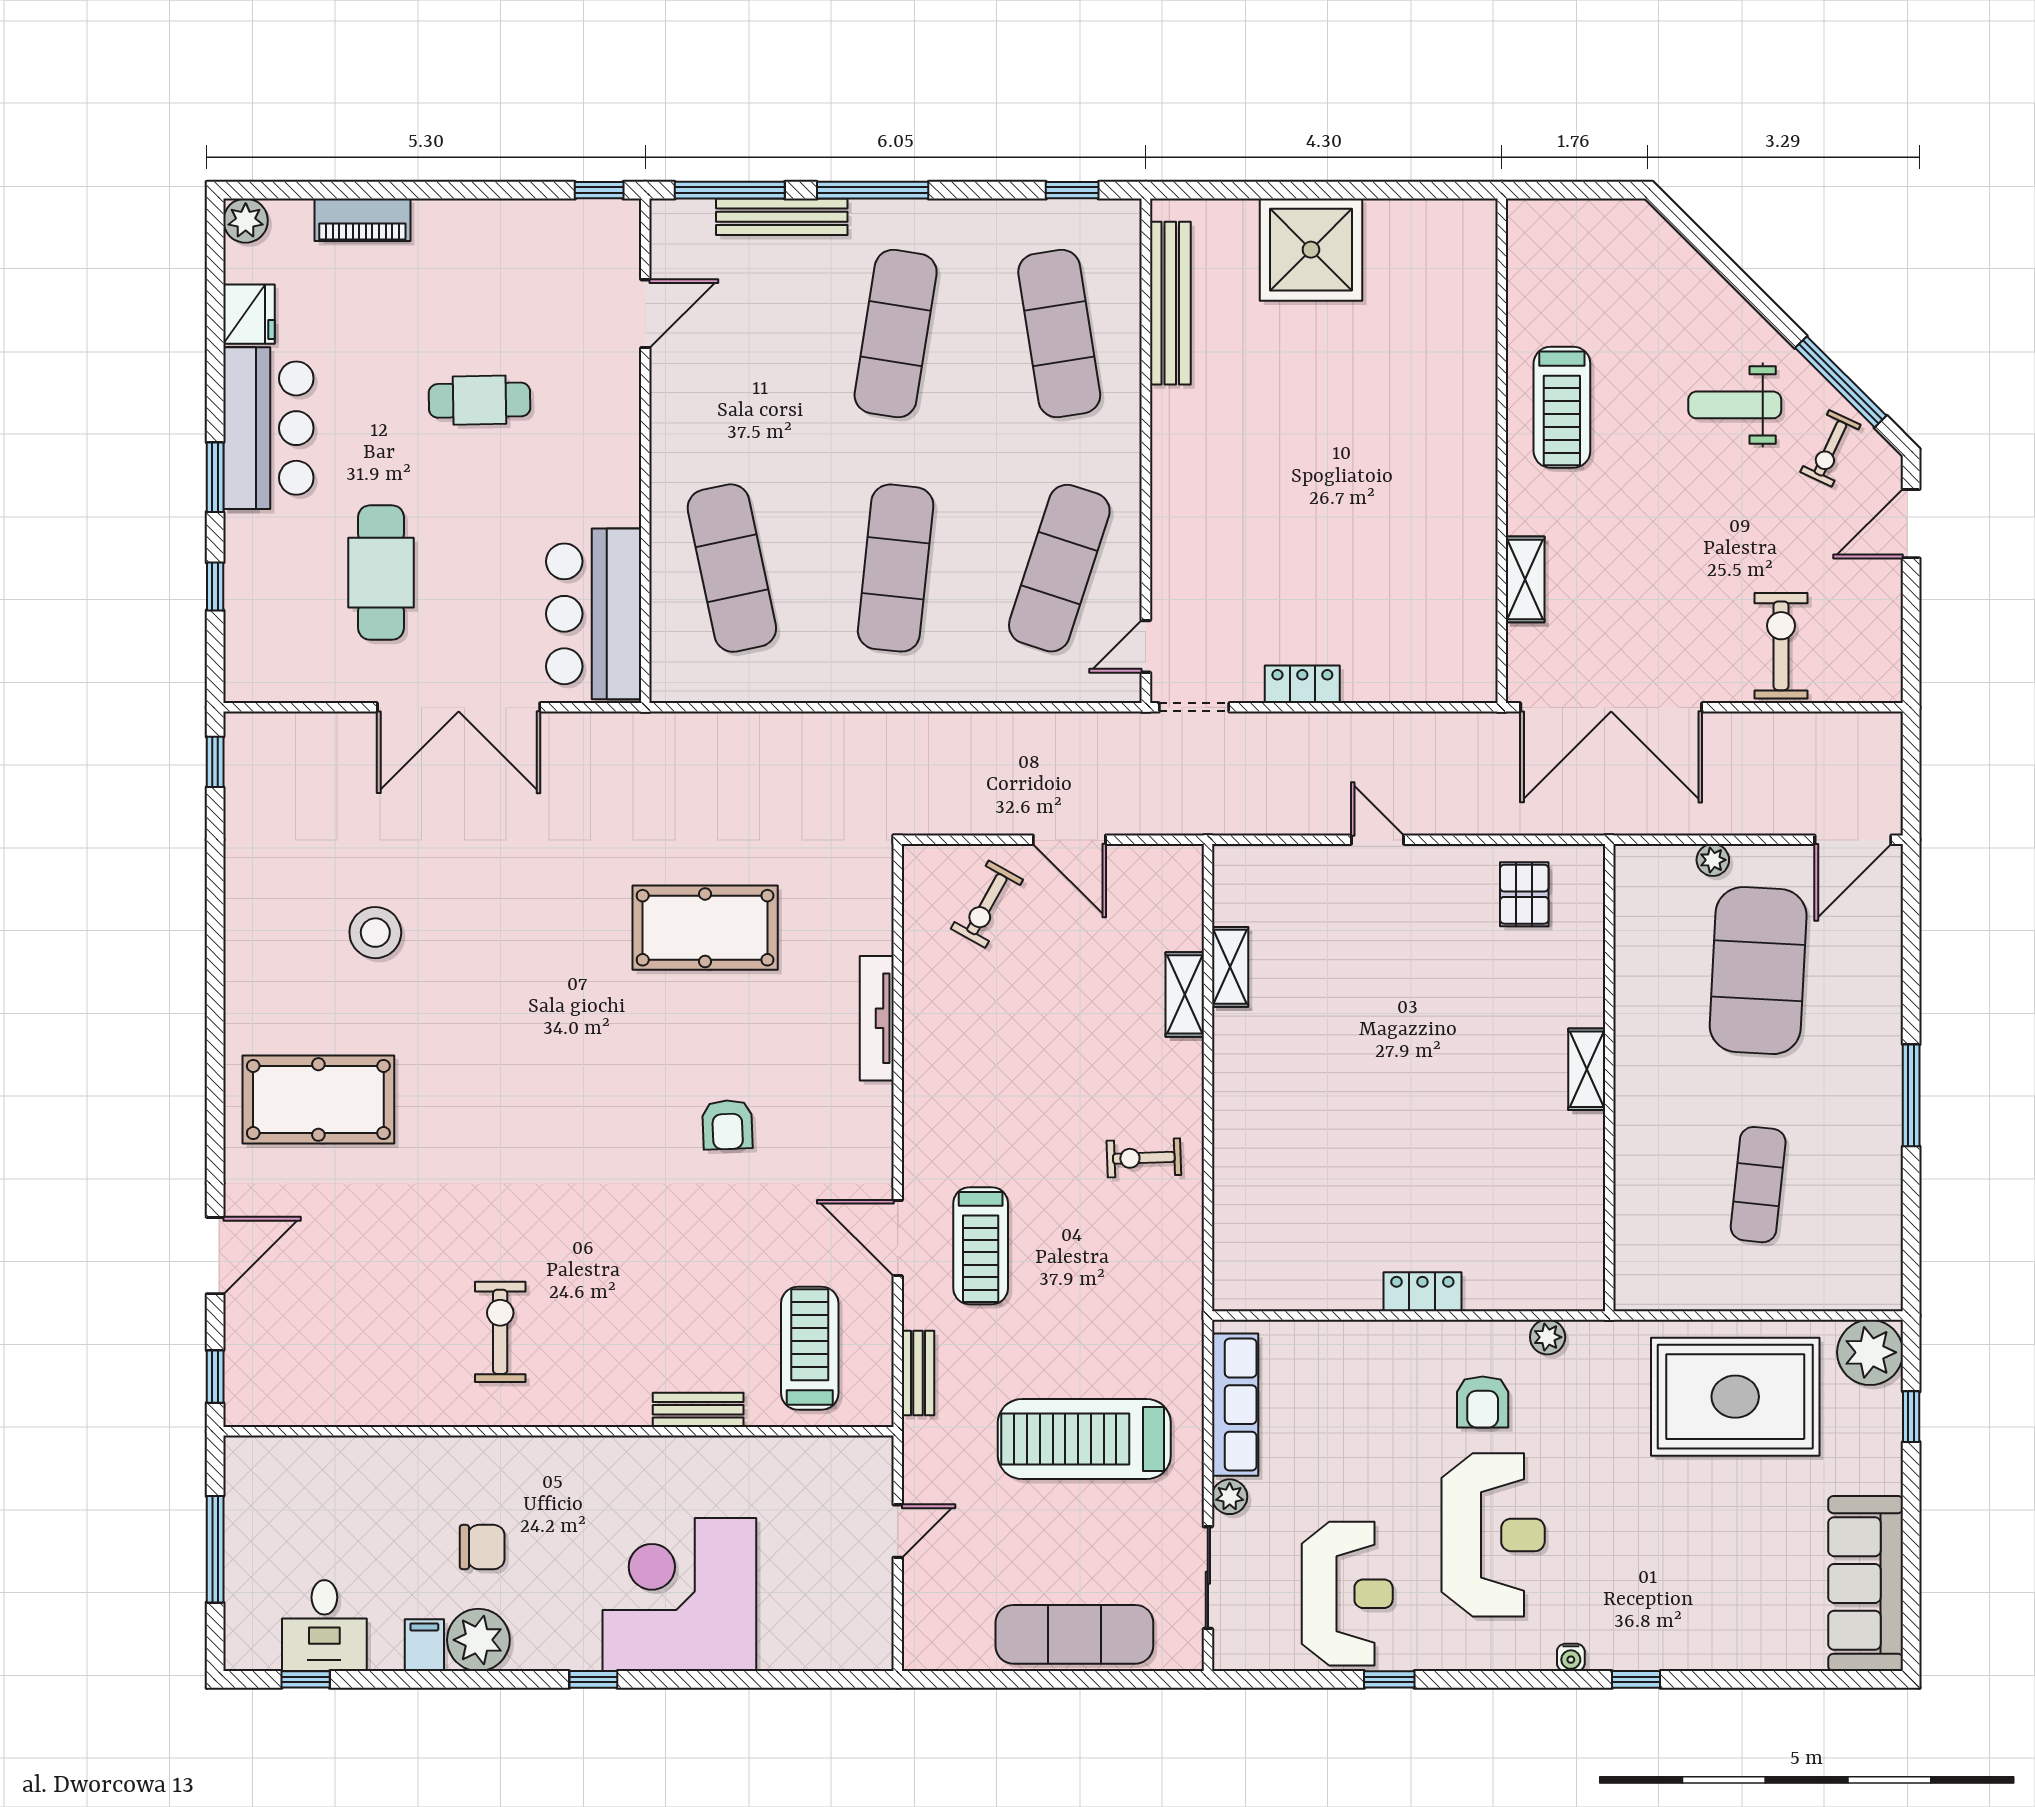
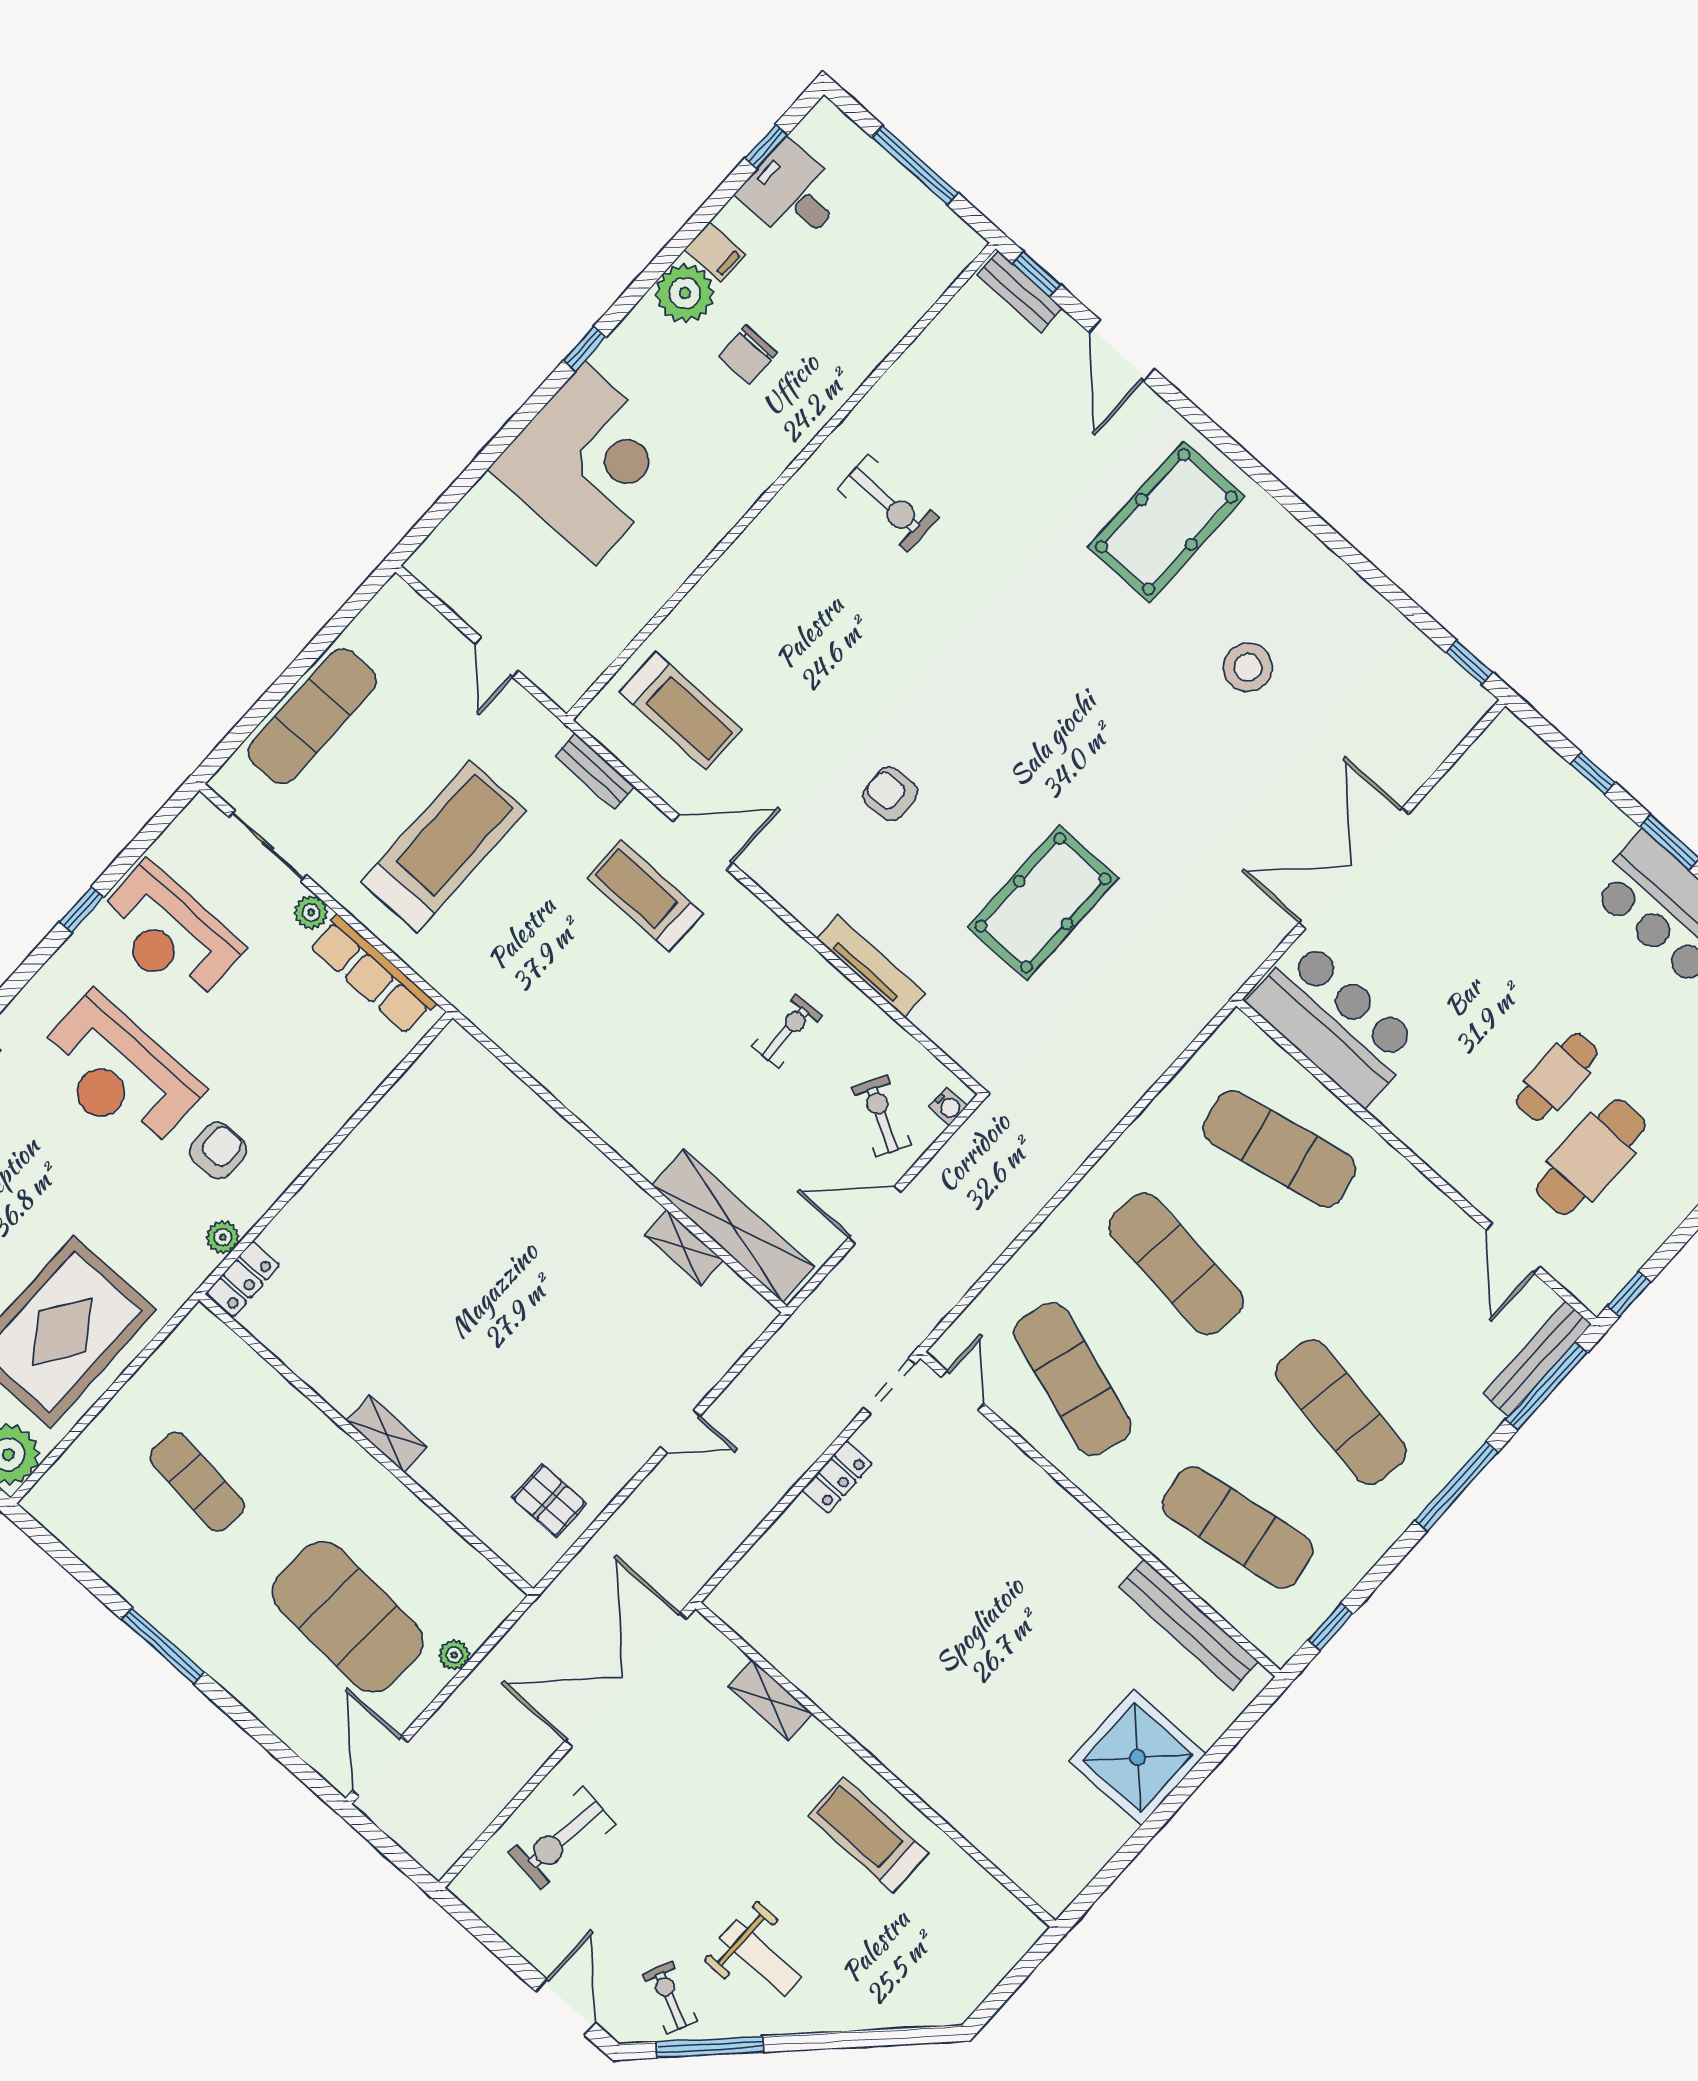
bench: (782, 217) -> (1537, 1359), moved
weight bench: (1735, 405) -> (761, 1958), turned 90
cafe table: (381, 573) -> (1591, 1157), moved, turned 90
exercise bike: (1781, 646) -> (562, 1838), turned 97
water cooler: (932, 858) -> (948, 1106), added
shelving: (1185, 994) -> (733, 1226), width x2.20, depth x1.33
exercise bike: (1144, 1158) -> (787, 1031), moved
locker: (1422, 1292) -> (243, 1279), moved
armchair: (1483, 1402) -> (218, 1150), turned 90
bench: (698, 1410) -> (1020, 291), moved, turned 90

